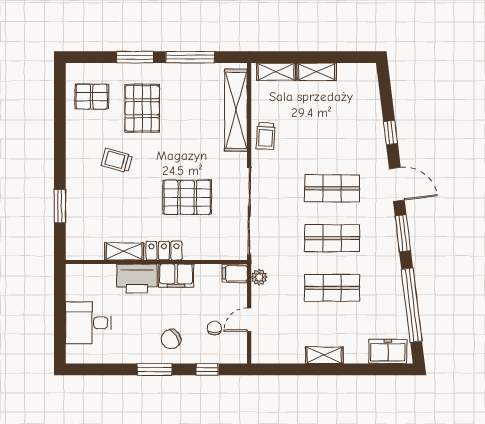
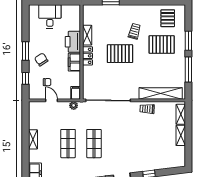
shop shelf: (332, 188) -> (120, 144), removed
pallet: (187, 197) -> (120, 54), moved, turned 90

